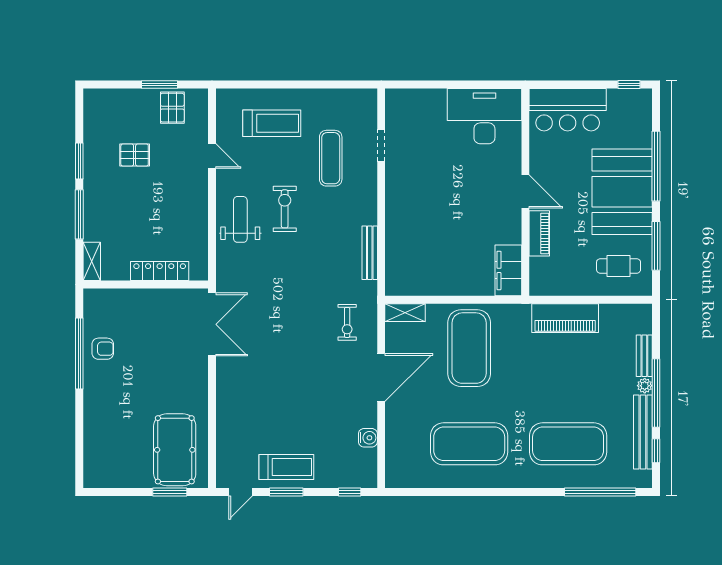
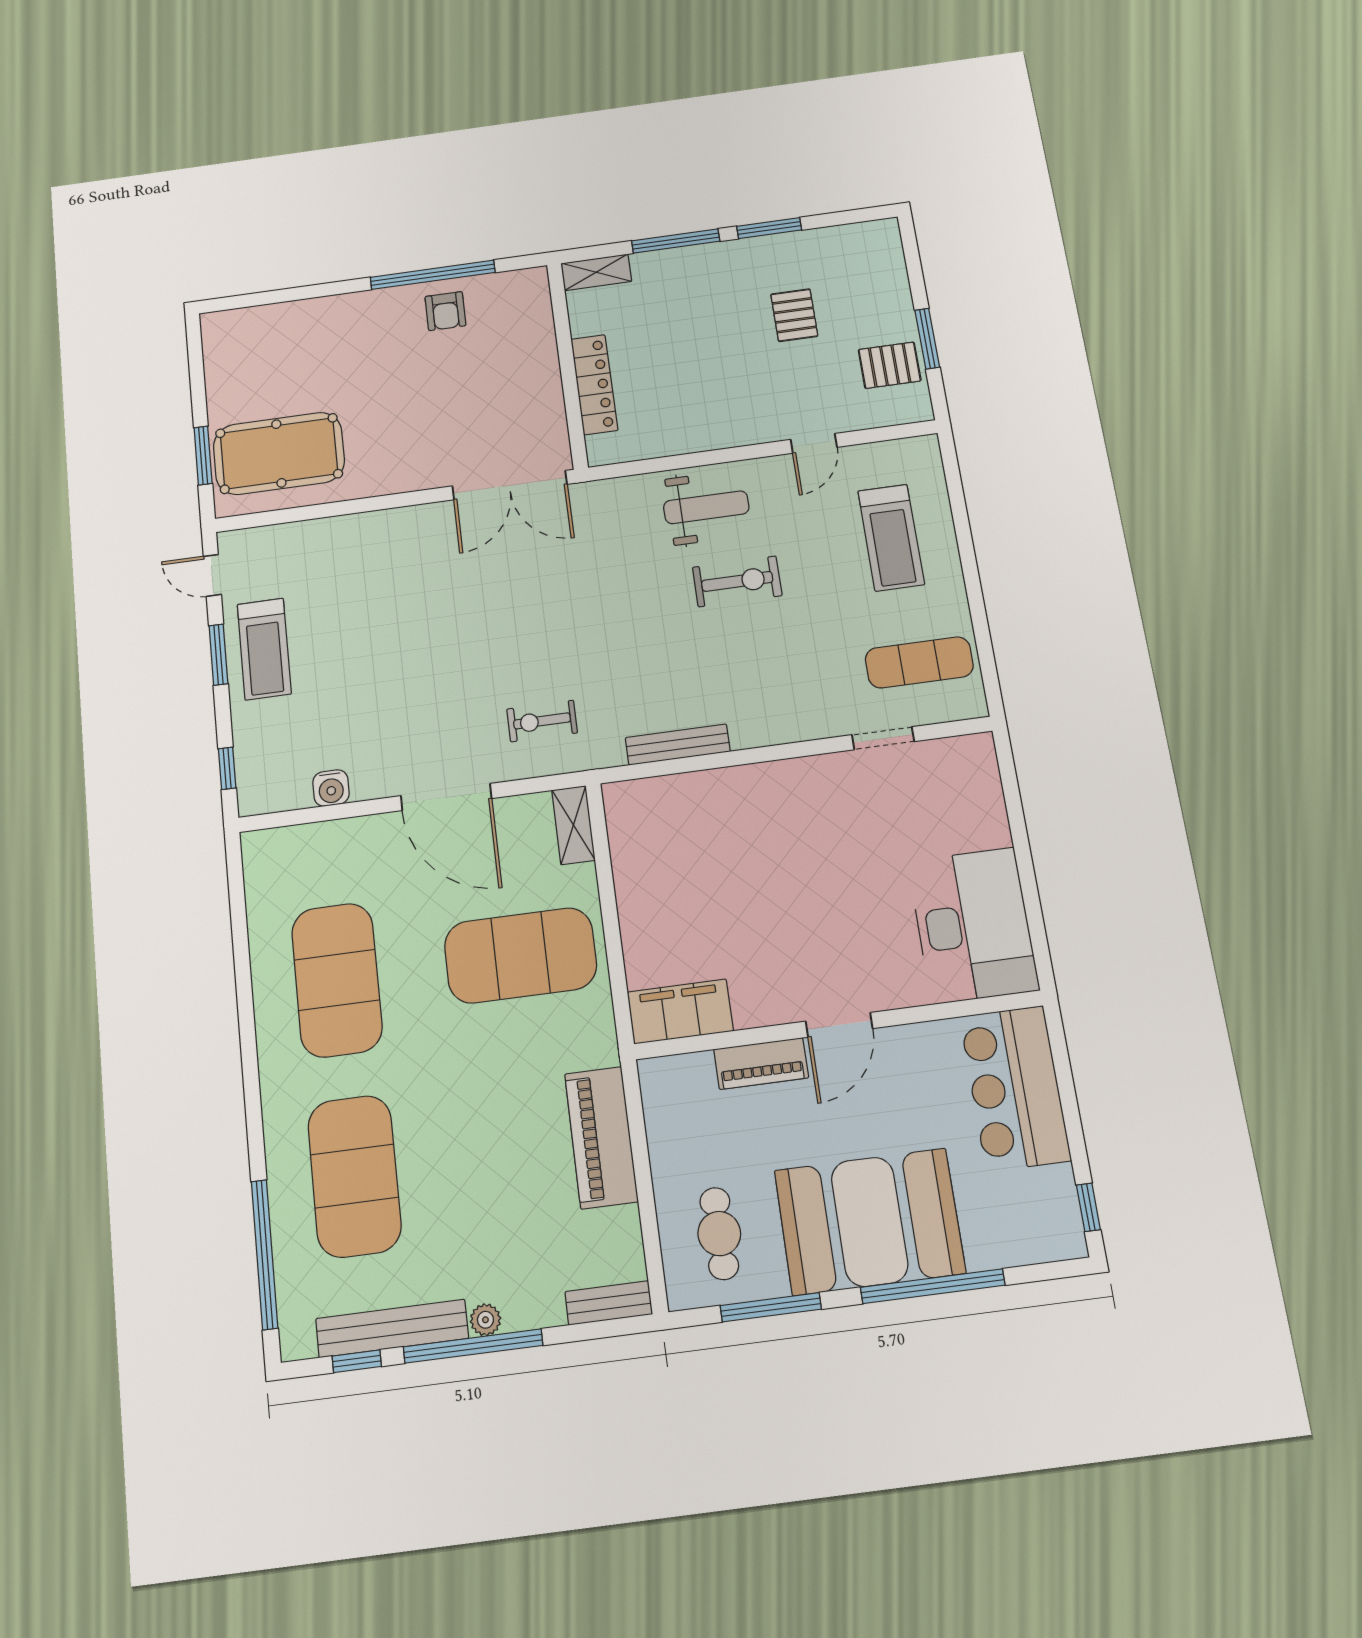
exercise mat: (331, 158) -> (919, 662), moved
bench: (644, 356) -> (609, 1303), moved

